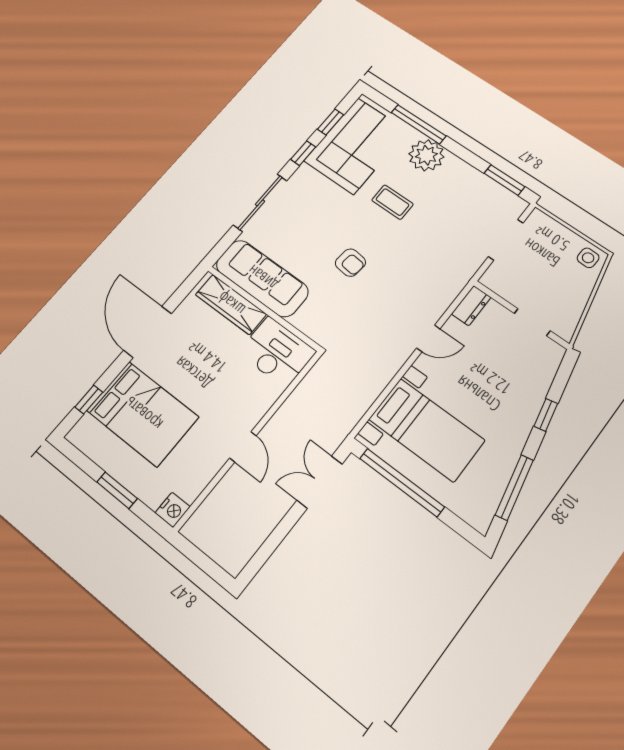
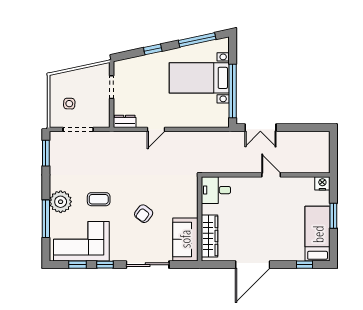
coffee table: (392, 202) -> (99, 199), turned 90
side table: (588, 258) -> (69, 104), moved
armchair: (350, 263) -> (144, 214), moved, turned -148
sofa: (262, 278) -> (185, 239), width x0.73
door: (428, 338) -> (156, 129), swing flipped
desk: (277, 352) -> (216, 190), width x0.73
bed: (143, 414) -> (318, 234), moved, width x0.67
bed with nightstands: (427, 430) -> (199, 78), moved, turned -90
door: (243, 447) -> (271, 175), hinge flipped

